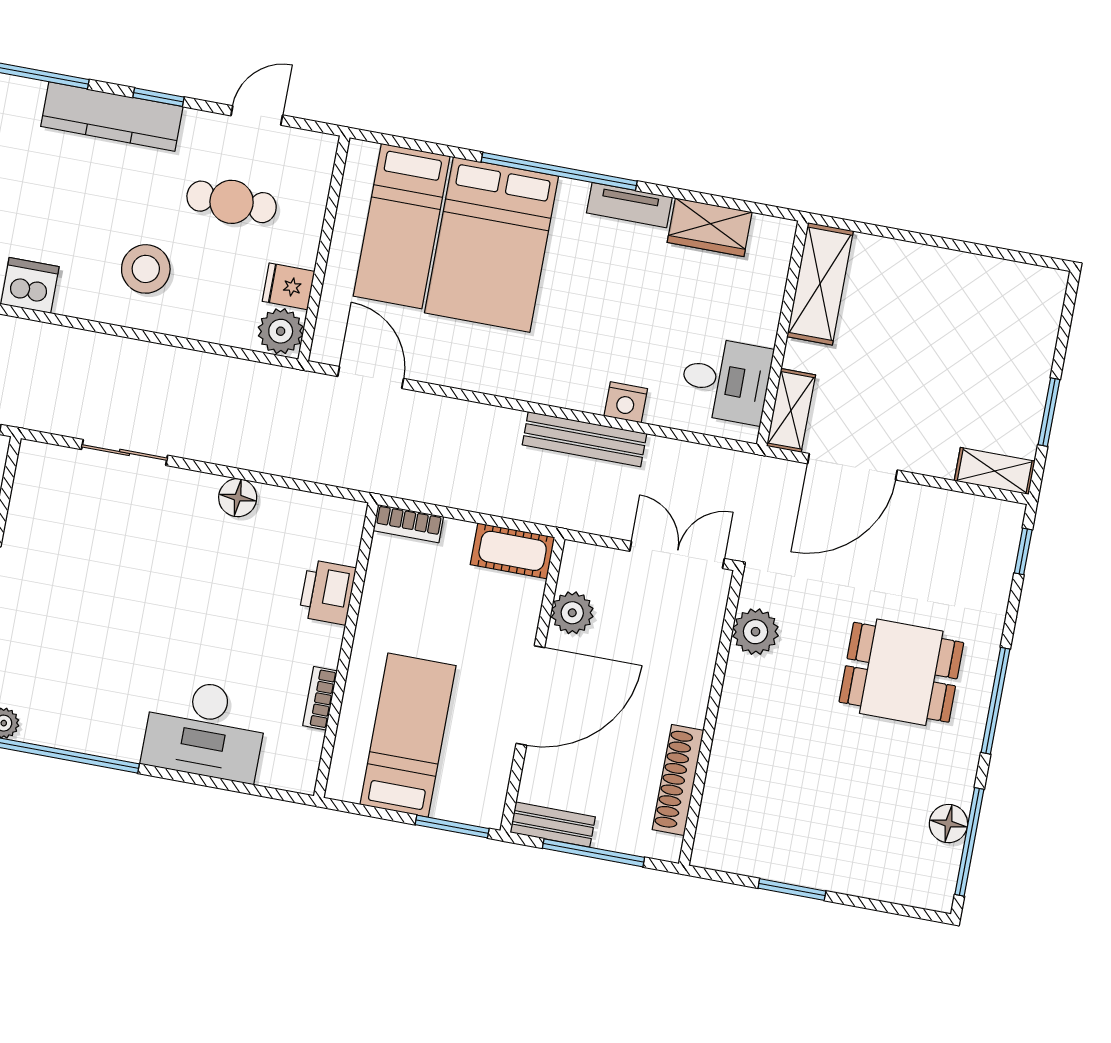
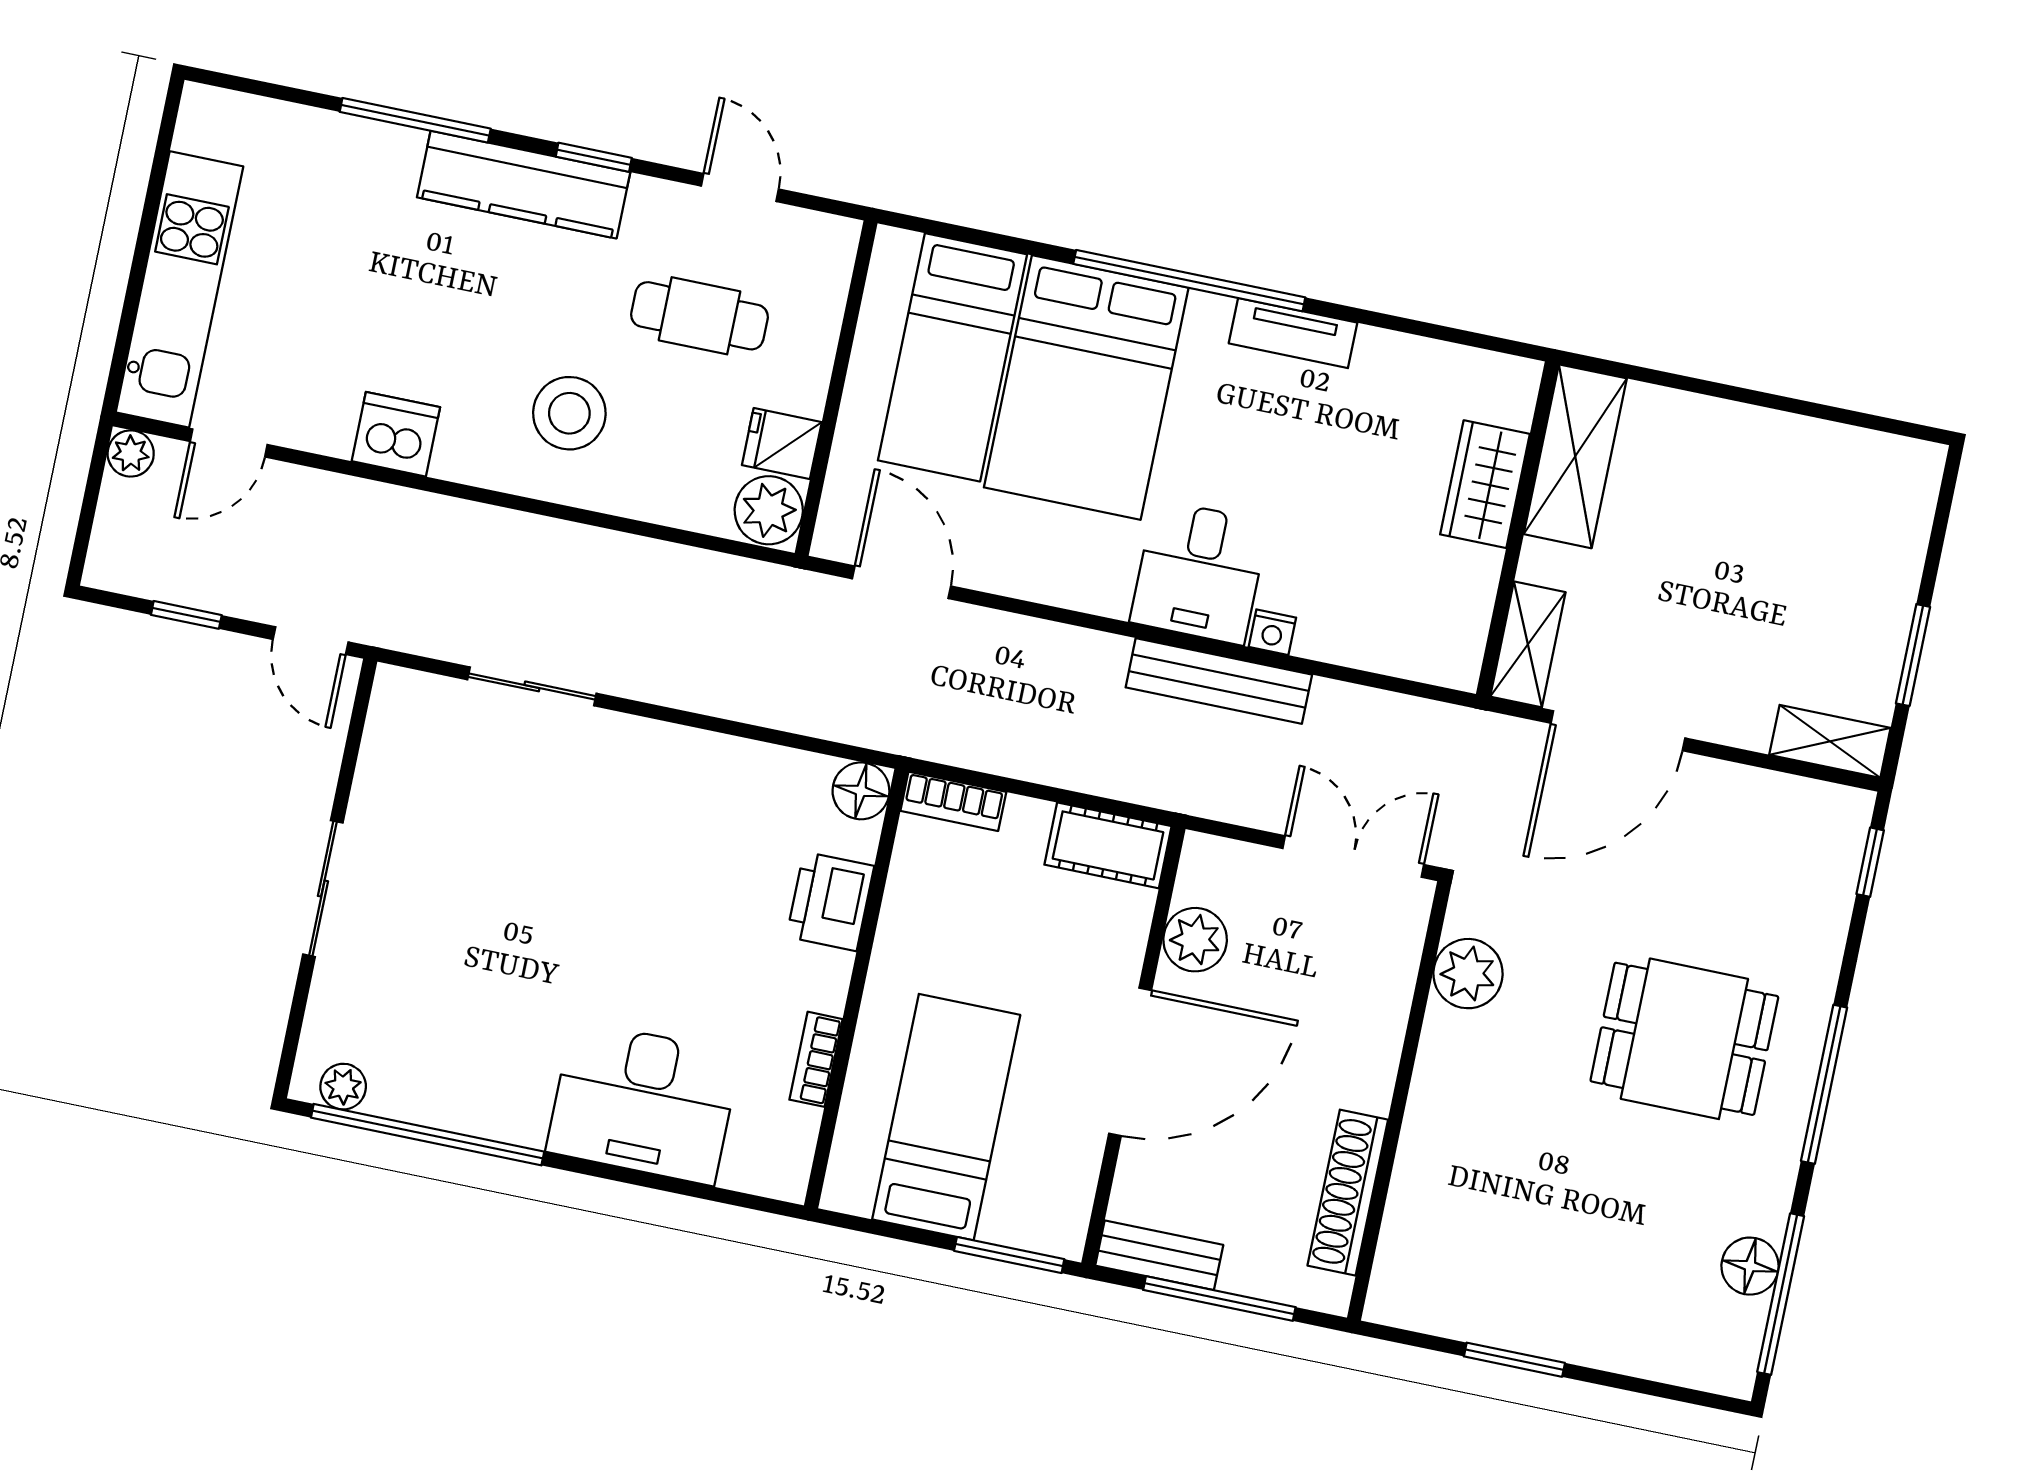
door: (257, 115) -> (740, 188), hinge flipped
wardrobe: (710, 227) -> (1485, 484), moved, turned 90
desk: (726, 380) -> (1199, 572), moved, turned 90
nightstand: (626, 402) -> (1272, 632), width x0.72, depth x0.74
floor lamp: (238, 498) -> (861, 791), moved

